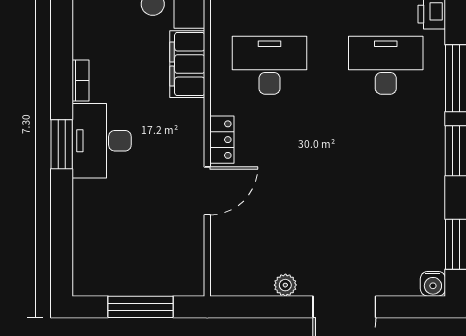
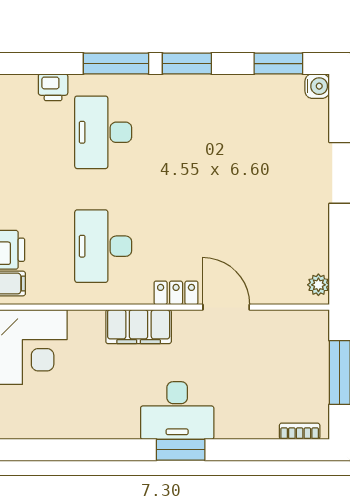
filing cabinet: (187, 64) -> (139, 327), moved
bookcase: (81, 81) -> (300, 431), moved
plant: (285, 285) -> (318, 285), moved

